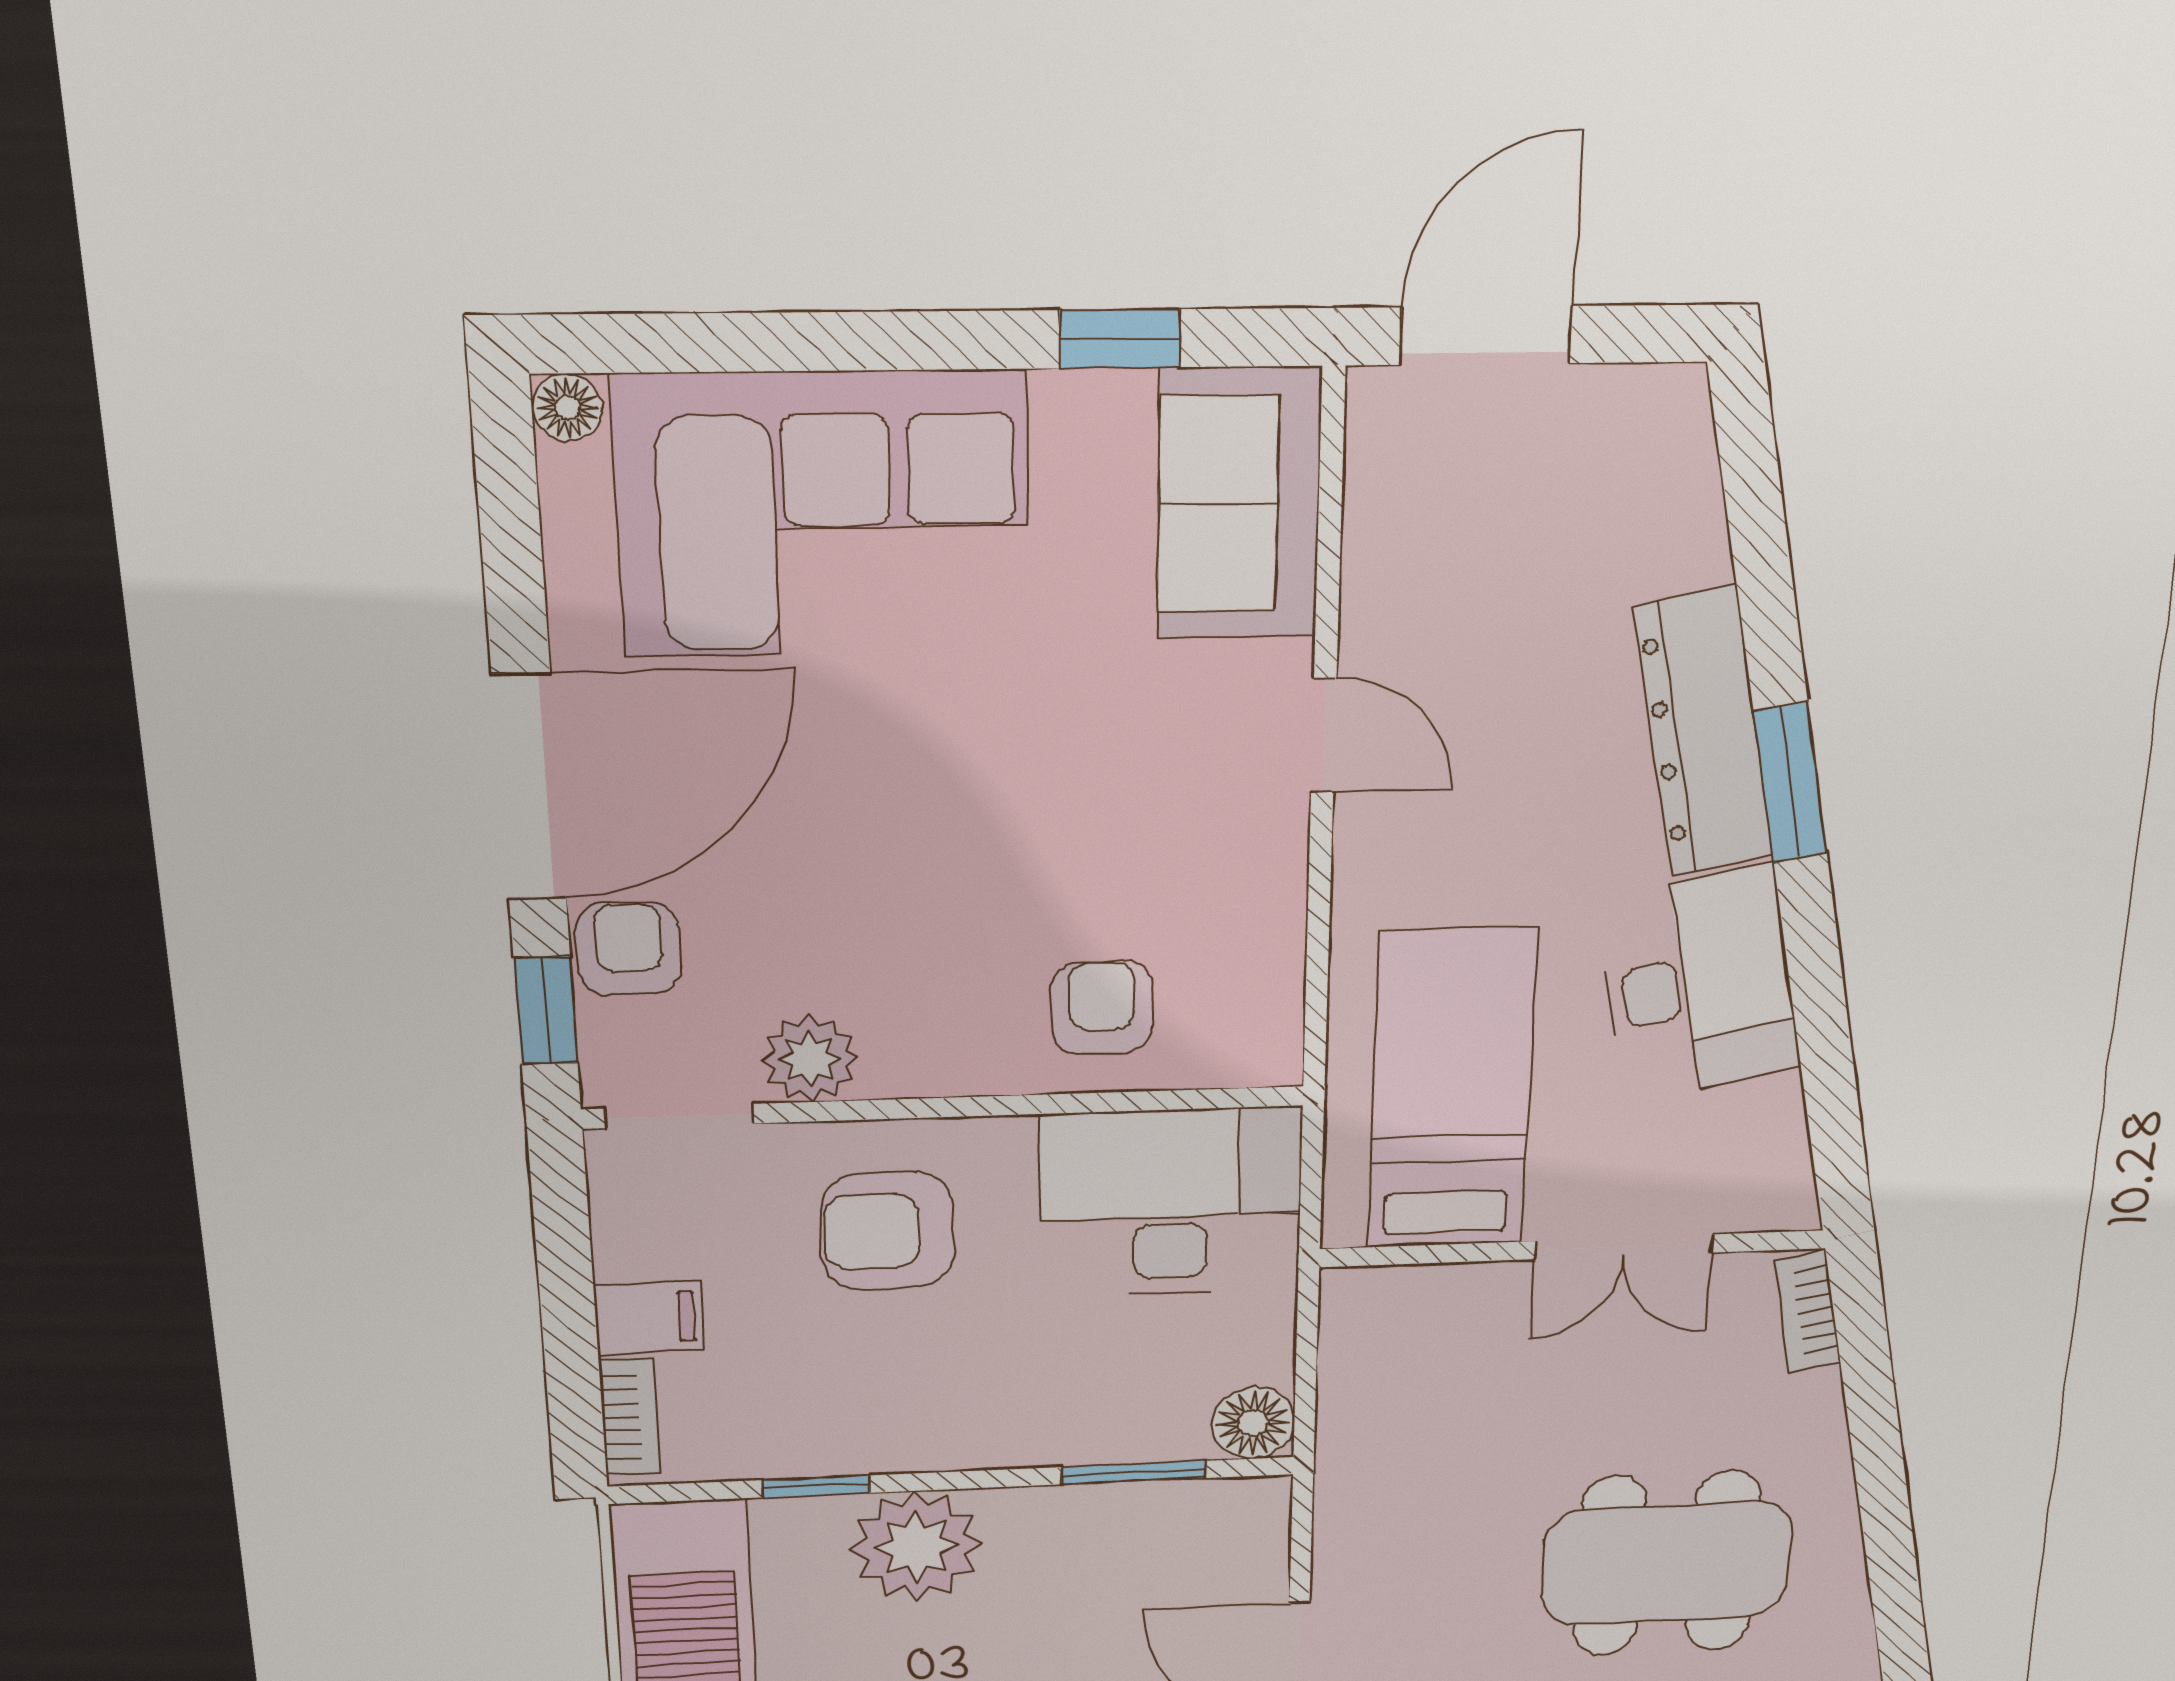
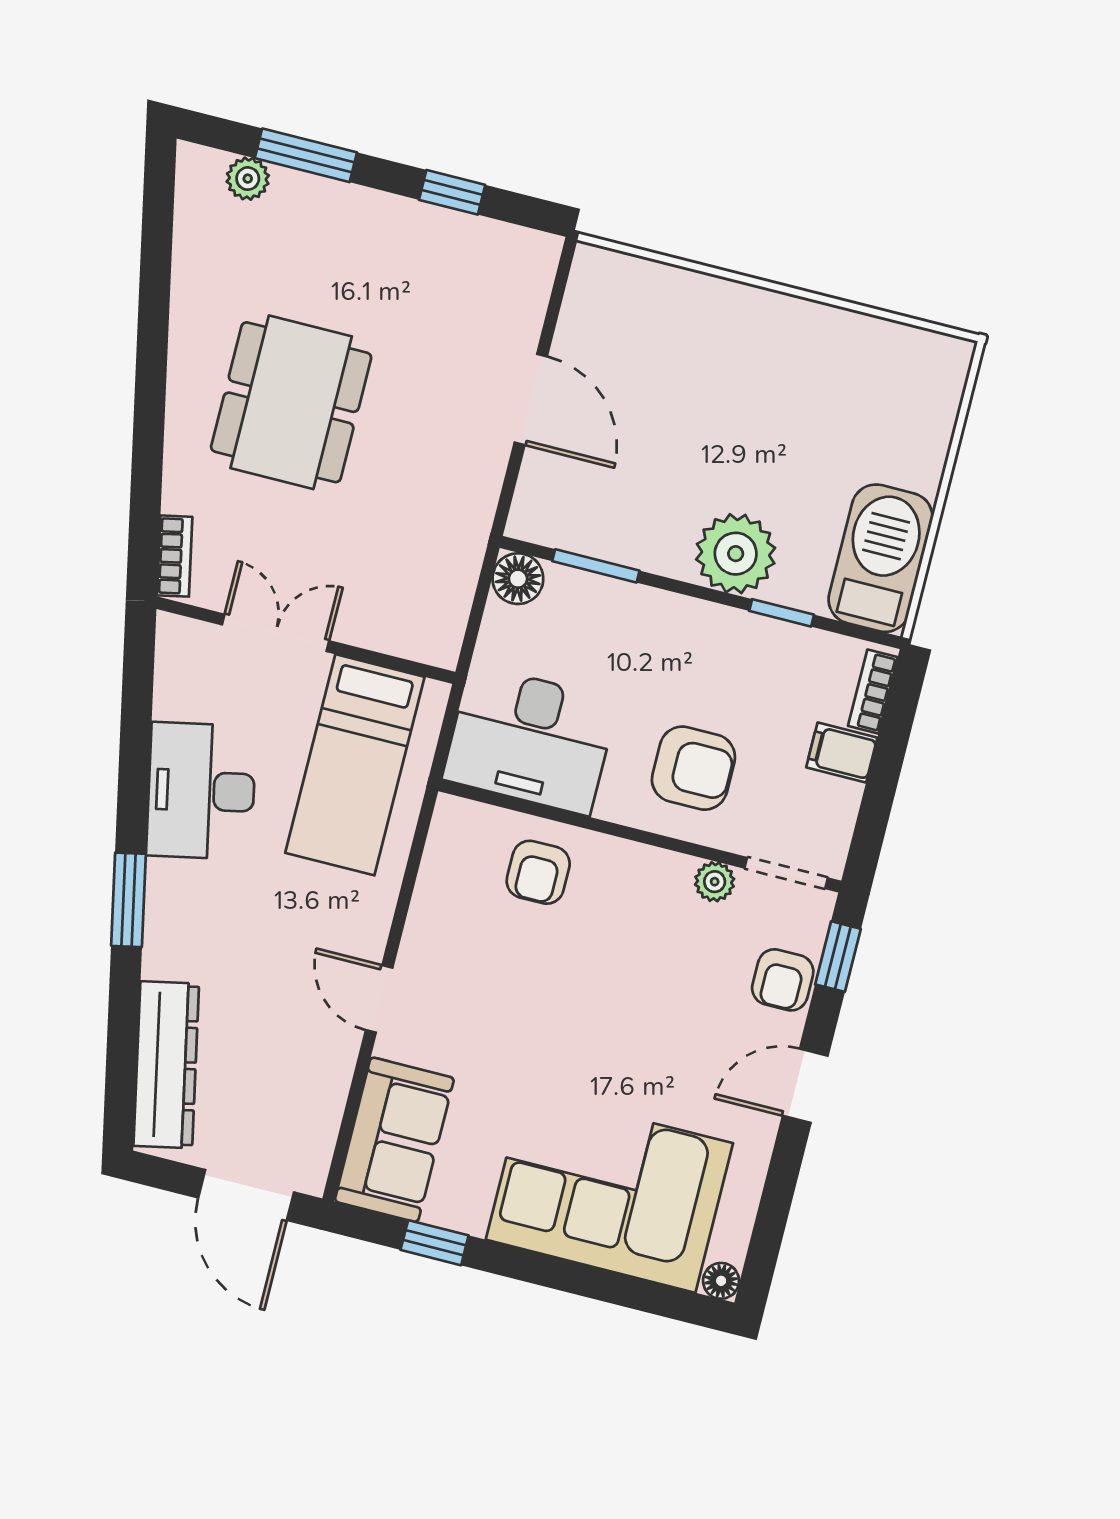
door: (1486, 335) -> (246, 1195), hinge flipped
dresser: (1704, 732) -> (166, 1065), moved
door: (529, 787) -> (805, 1086), width x0.53
plant: (810, 1059) -> (715, 882), width x0.73, depth x0.73
dining table: (1666, 1563) -> (291, 402), turned 90

